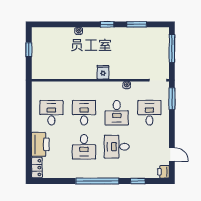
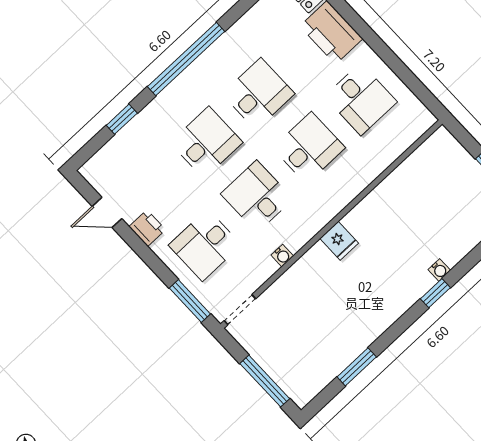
window: (107, 24) -> (435, 293), moved
desk: (84, 113) -> (309, 148), turned -90
desk: (149, 113) -> (205, 245), turned 90
desk: (84, 147) -> (258, 94), turned 90
printer: (163, 172) -> (147, 228), moved

